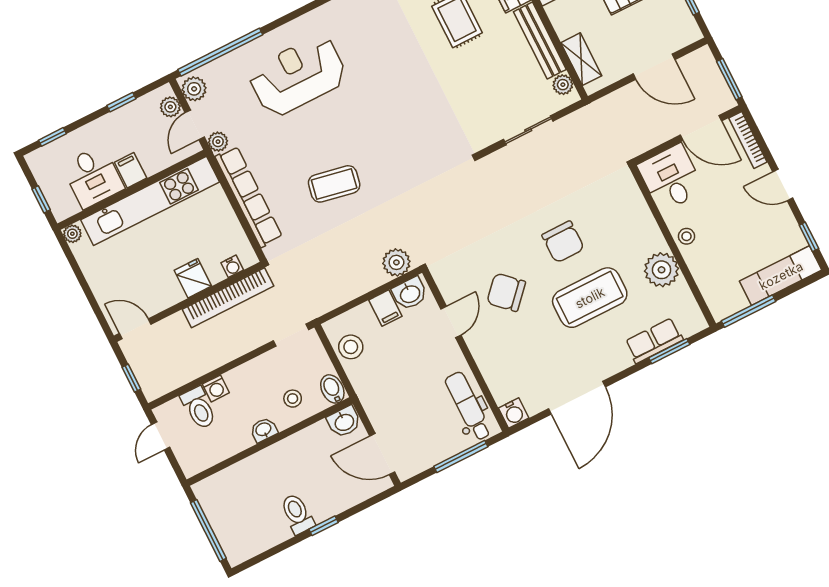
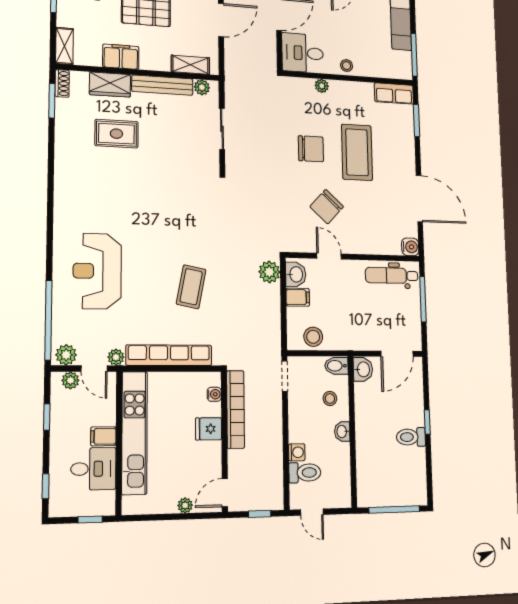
plant: (72, 234) -> (185, 505), moved
plant: (662, 270) -> (322, 86), moved, width x0.53, depth x0.53
row of seats: (654, 341) -> (394, 93), moved, turned -90

